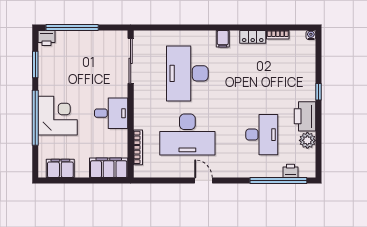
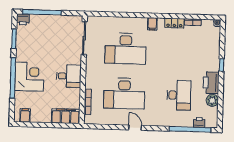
desk: (187, 73) -> (126, 49), turned -90
filing cabinet: (60, 168) -> (25, 115), width x0.50

